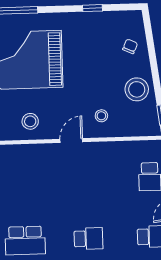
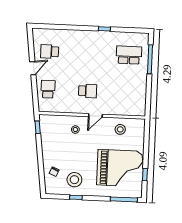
stool: (137, 89) -> (74, 180), moved
school desk: (88, 239) -> (88, 91), moved, turned 180

